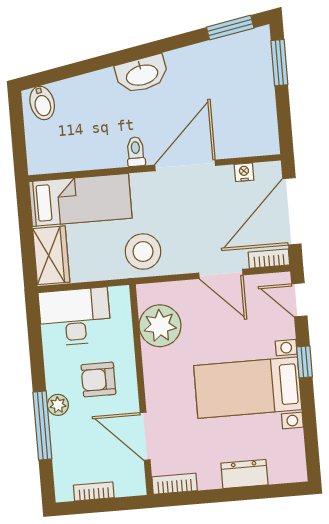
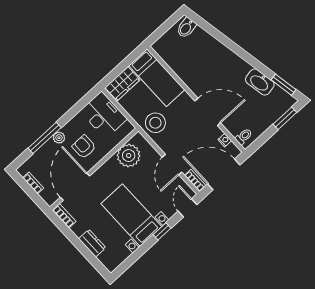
washbasin: (142, 74) -> (260, 82), moved
toilet: (136, 152) -> (244, 136), moved
door: (145, 436) -> (75, 187), width x1.36

